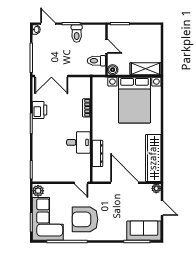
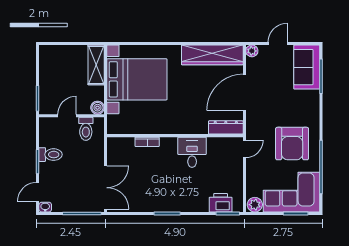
printer: (40, 110) -> (221, 203), moved
dresser: (97, 153) -> (226, 127), moved

